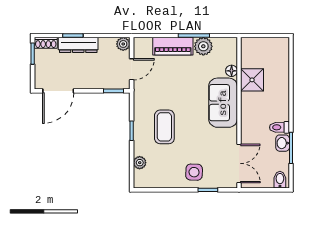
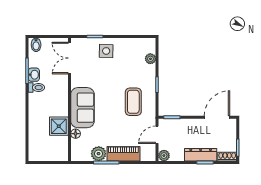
coffee table: (164, 127) -> (133, 102), moved

